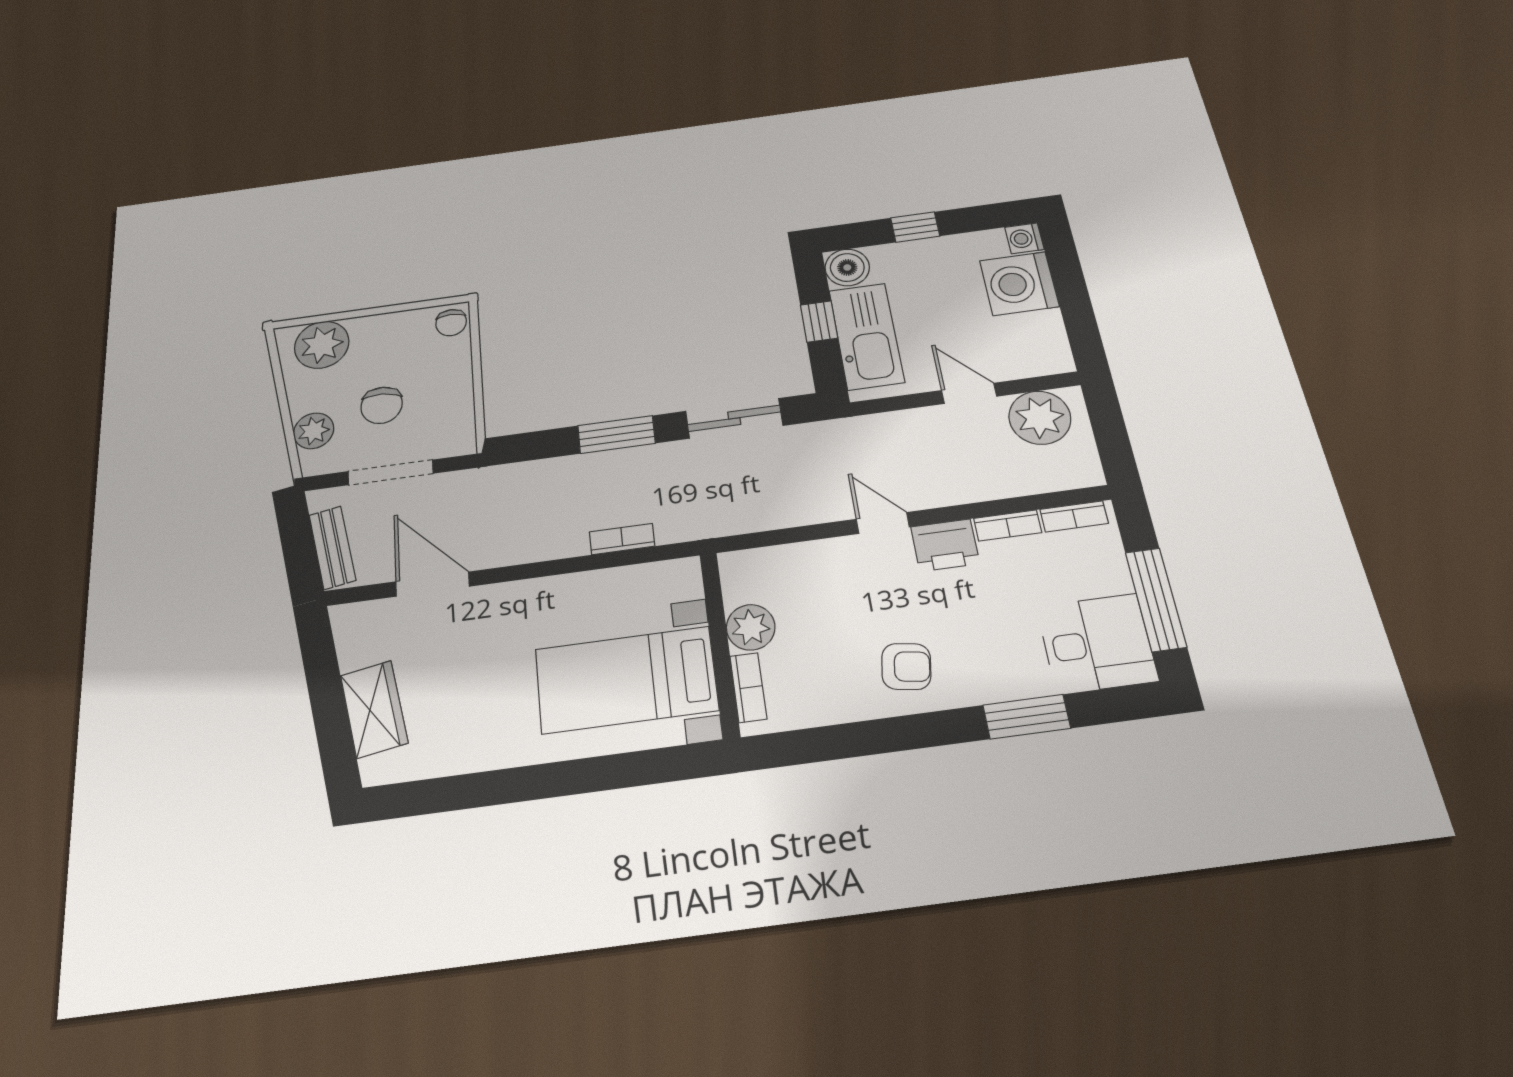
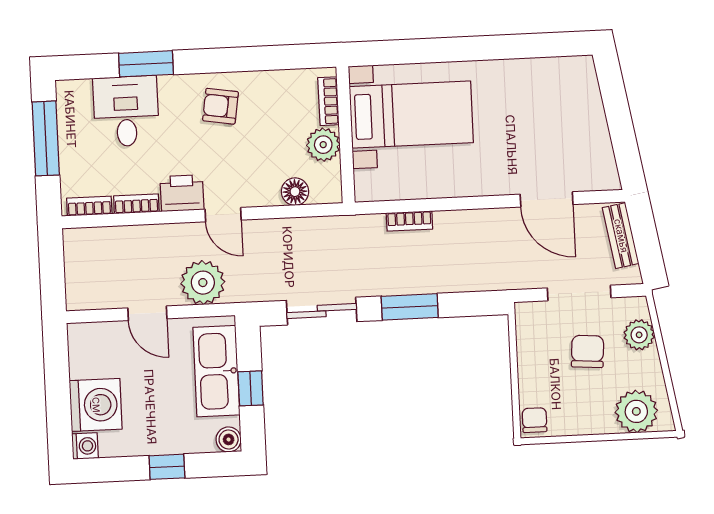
boiler: (847, 267) -> (229, 439), width x0.73, depth x0.73
plant: (1040, 418) -> (203, 283), moved
floor lamp: (785, 562) -> (295, 192), added
desk: (1097, 644) -> (126, 111), moved, turned 90
wardrobe: (374, 709) -> (586, 110), removed

